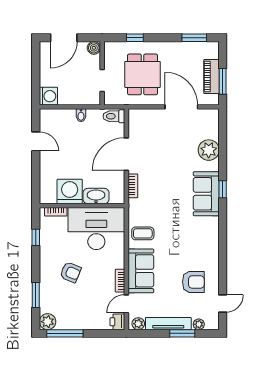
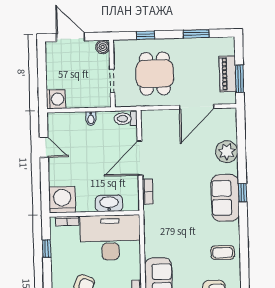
door: (64, 38) -> (71, 37), swing flipped
window: (194, 38) -> (196, 34), moved
door: (181, 107) -> (197, 107), swing flipped
washing machine: (70, 191) -> (62, 200), moved
coffee table: (143, 233) -> (223, 253), moved

